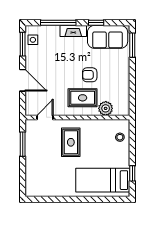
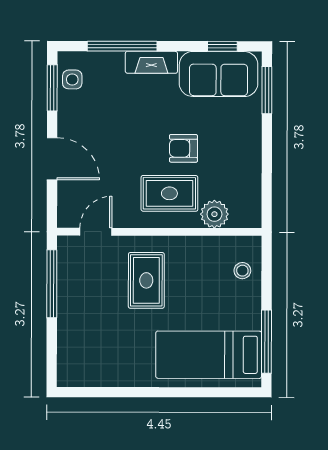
window: (96, 23) -> (222, 46), moved
window: (23, 144) -> (52, 284), width x1.44
window: (132, 173) -> (266, 342), width x2.17

